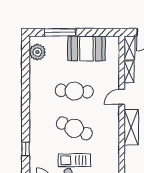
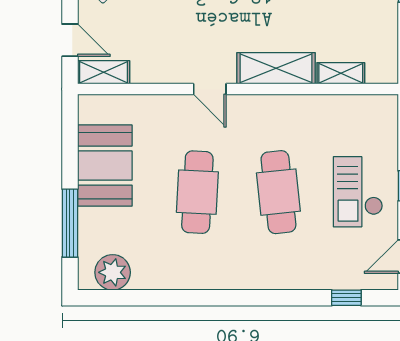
shelving: (129, 72) -> (341, 73), moved
cafe table: (74, 128) -> (278, 192), turned -30
window: (26, 149) -> (346, 298), moved

